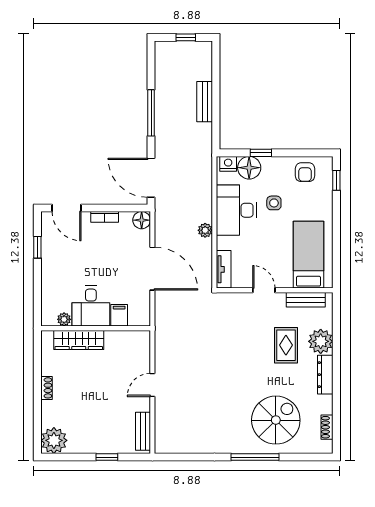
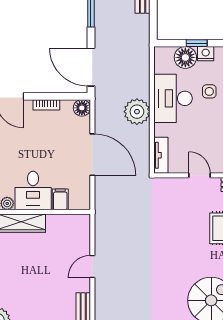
nightstand: (228, 164) -> (206, 54), moved
plant: (205, 230) -> (137, 112), width x1.87, depth x1.87

